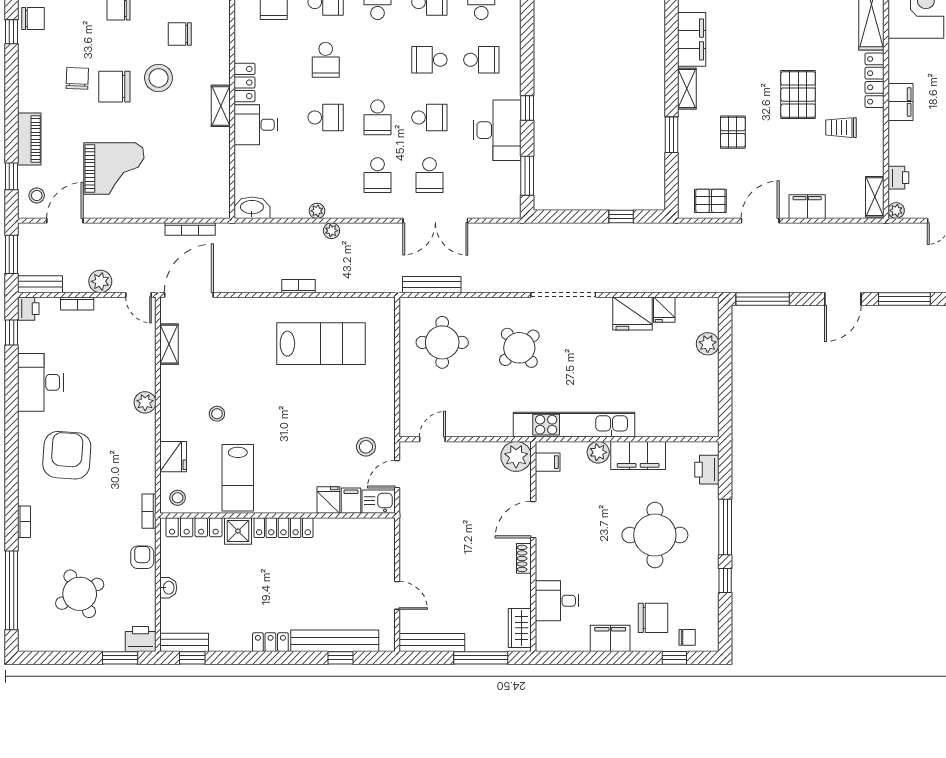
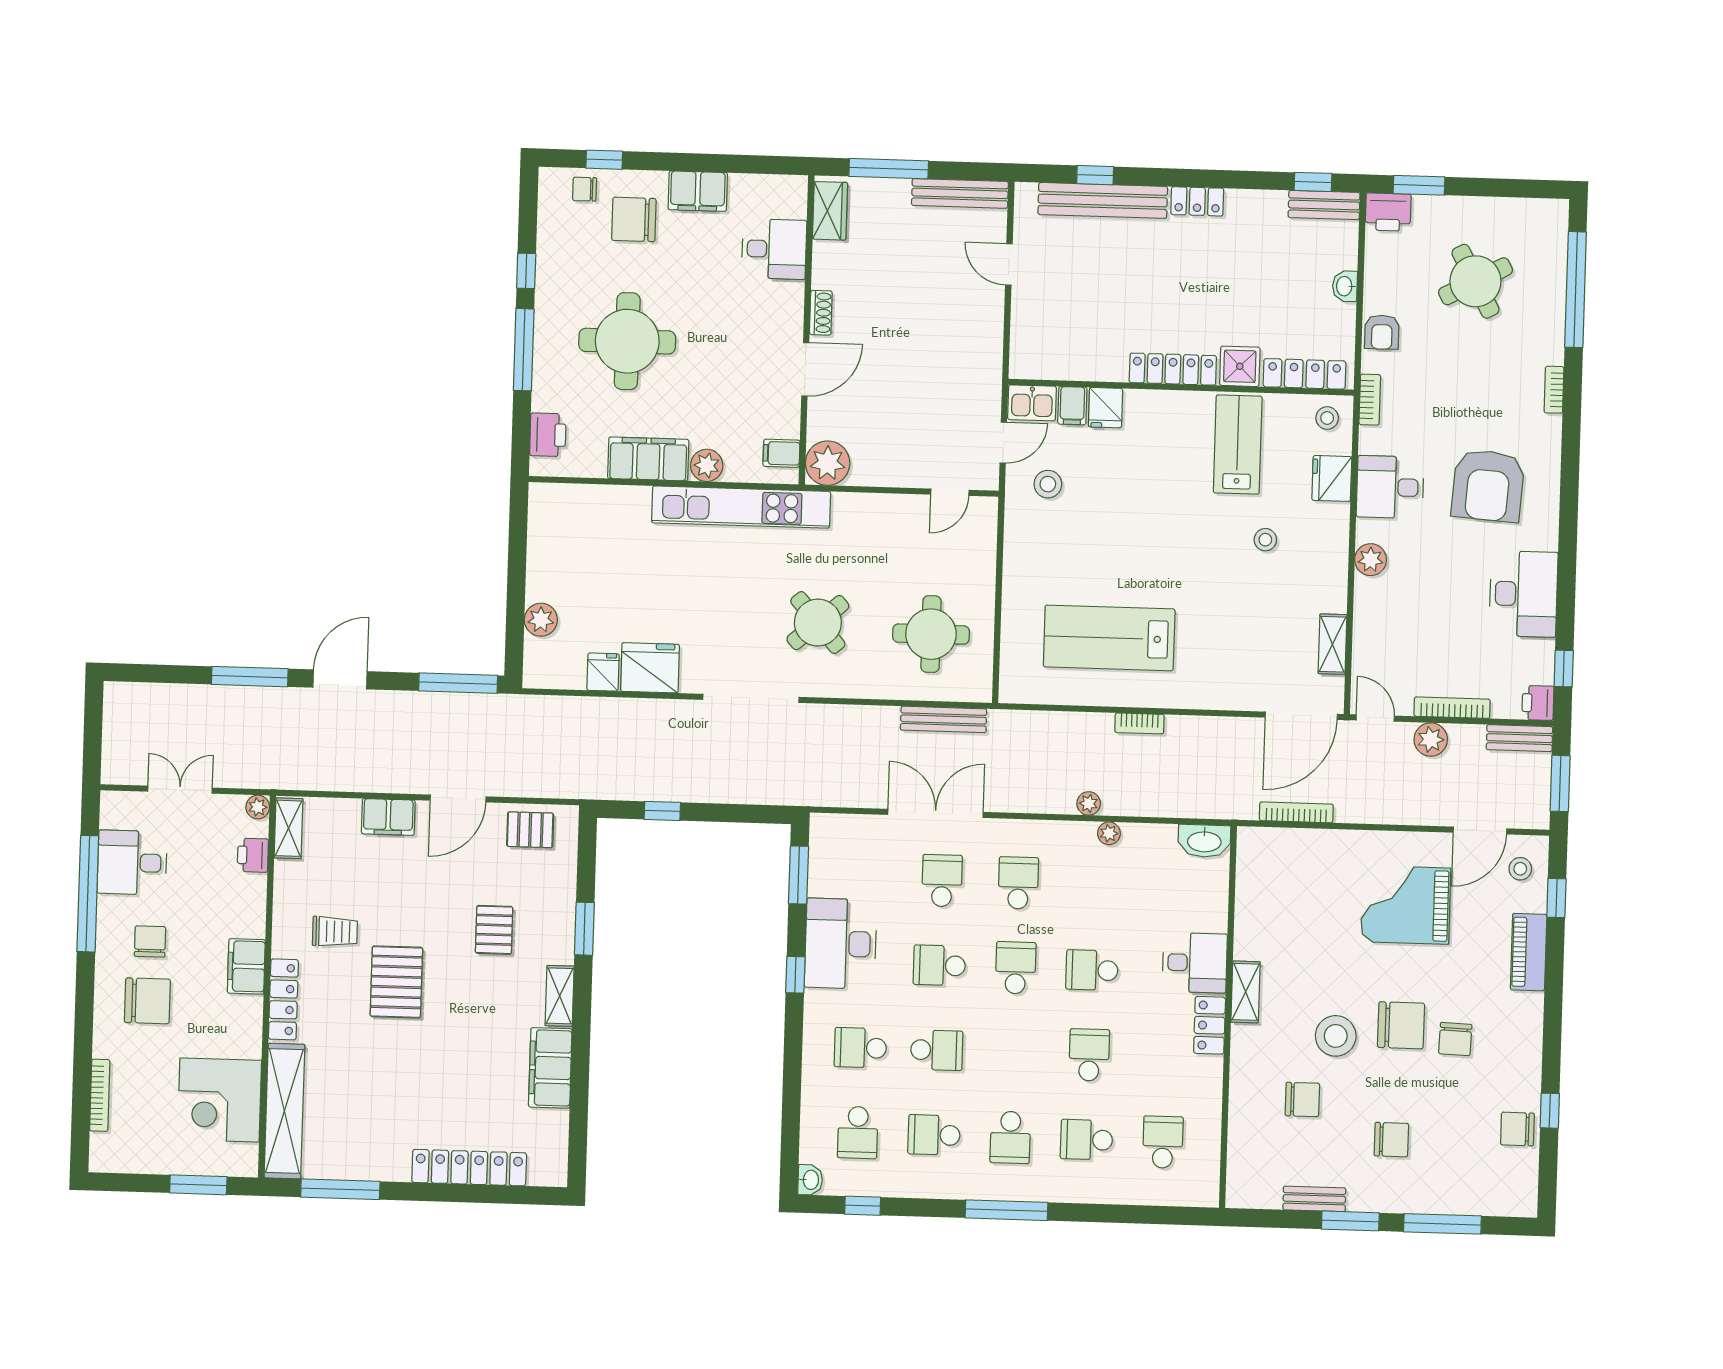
bookcase: (77, 304) -> (1452, 708), width x1.56
desk: (133, 452) -> (1390, 487), added

